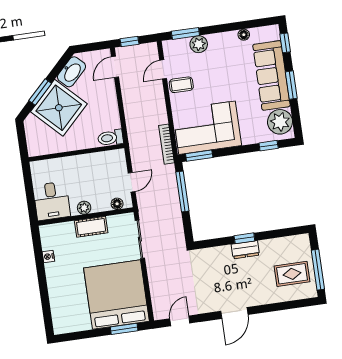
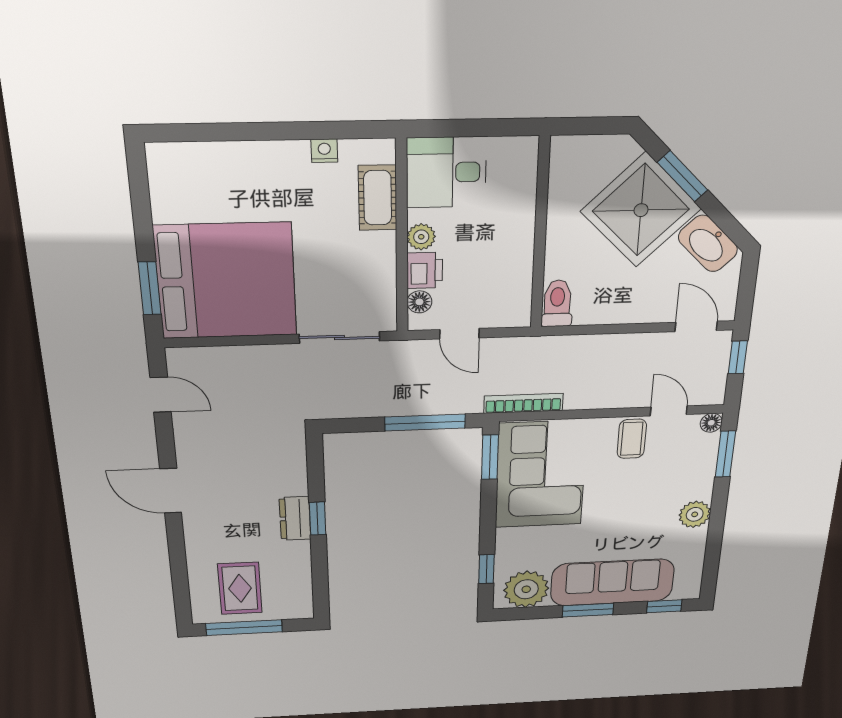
floor lamp: (244, 35) -> (711, 423), moved
plant: (199, 44) -> (695, 514), moved
printer: (101, 204) -> (425, 270), added
cot: (91, 227) -> (378, 198), moved

